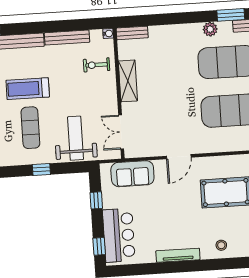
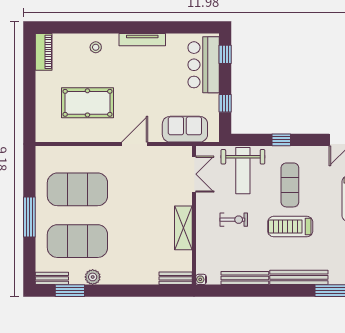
exercise bike: (97, 65) -> (234, 220), moved
treadmill: (28, 89) -> (290, 227), turned 180

